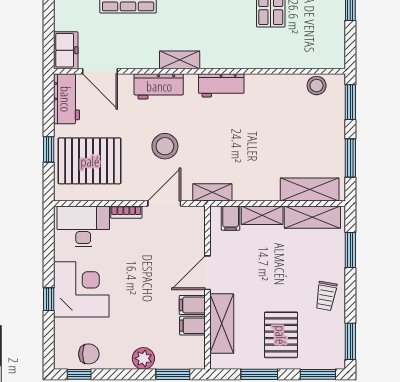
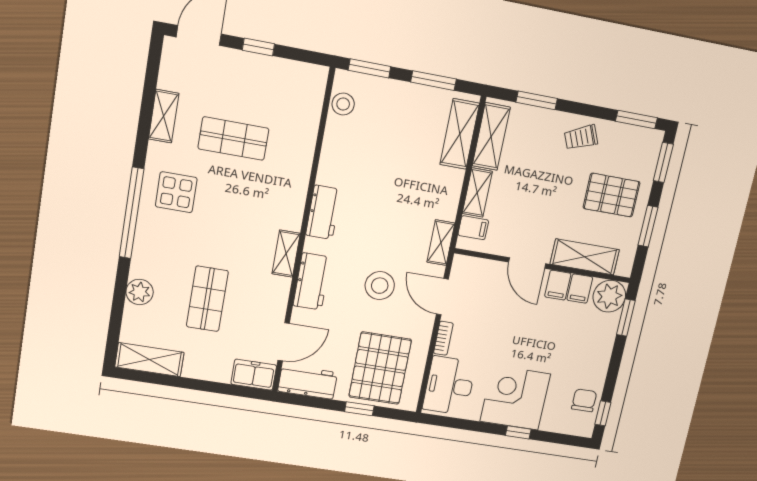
trolley: (326, 296) -> (581, 137), turned 147
plant: (143, 358) -> (609, 296), moved, width x1.36, depth x1.36

